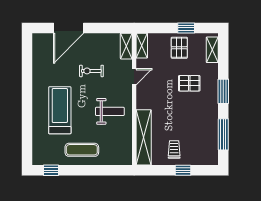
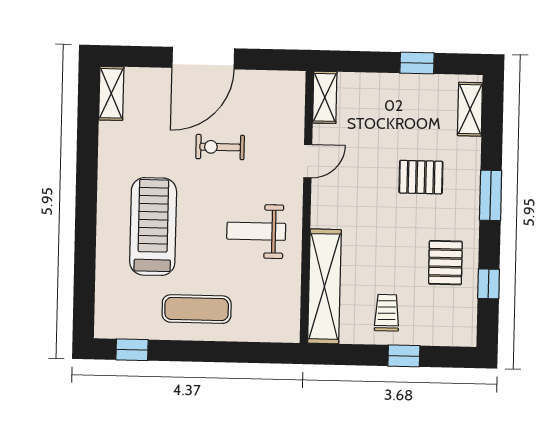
door: (69, 28) -> (203, 58), moved
shelving: (126, 46) -> (111, 93), moved
pallet: (179, 48) -> (445, 263), moved
weight bench: (110, 111) -> (256, 231), turned 180
window: (223, 134) -> (489, 284), width x0.46

